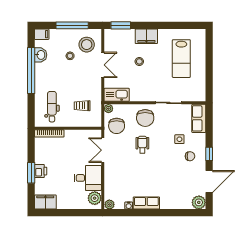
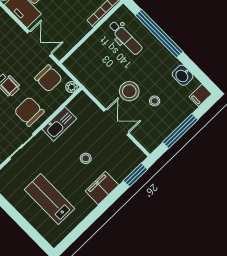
stool: (87, 45) -> (129, 91), moved
double door: (103, 65) -> (116, 122), swing flipped
window: (31, 71) -> (159, 34), moved
kitchen sink: (117, 95) -> (59, 124), moved
trolley: (82, 106) -> (99, 66), removed
chair: (117, 126) -> (48, 78), turned 180

